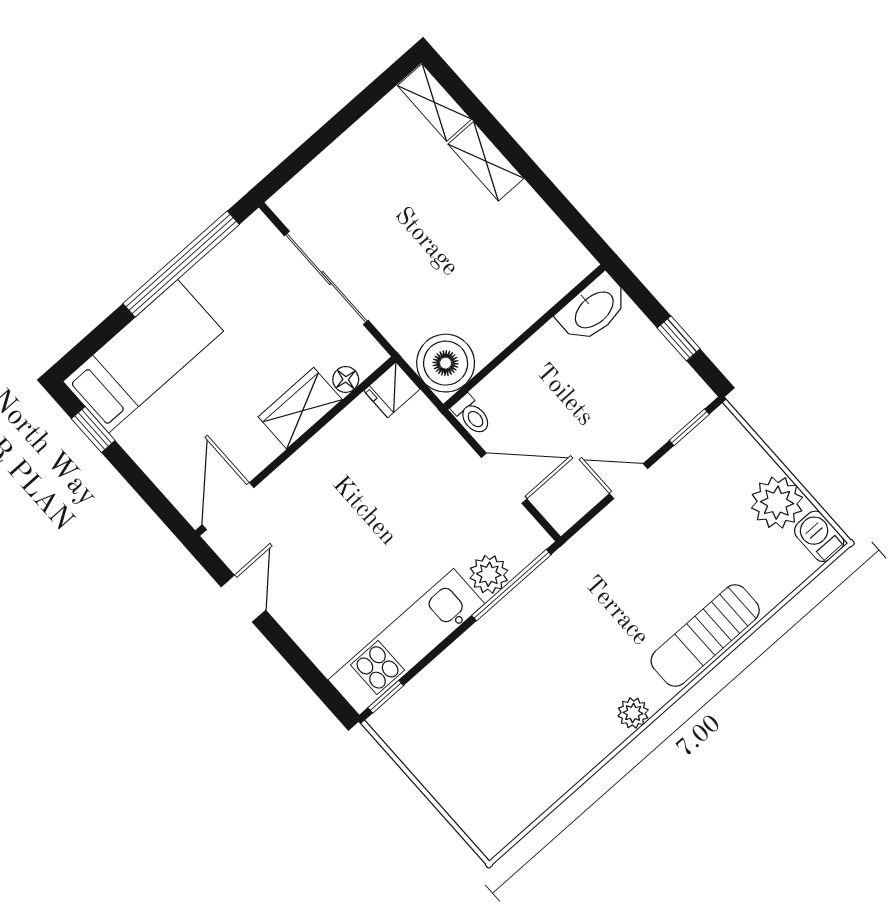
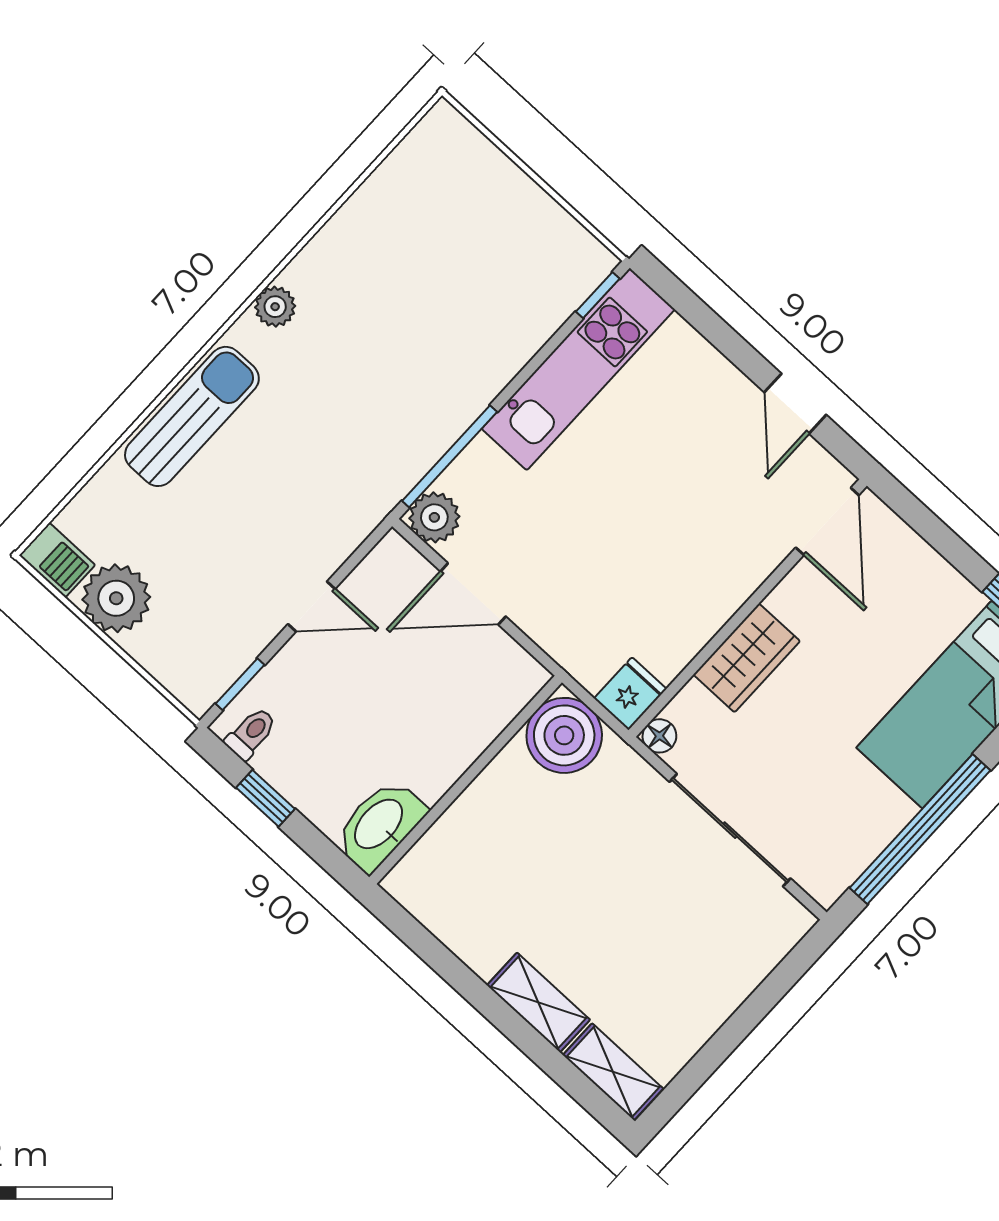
floor lamp: (346, 379) -> (659, 736), moved
toilet: (472, 415) -> (251, 733), moved, turned 90
plant: (489, 574) -> (434, 517), moved

